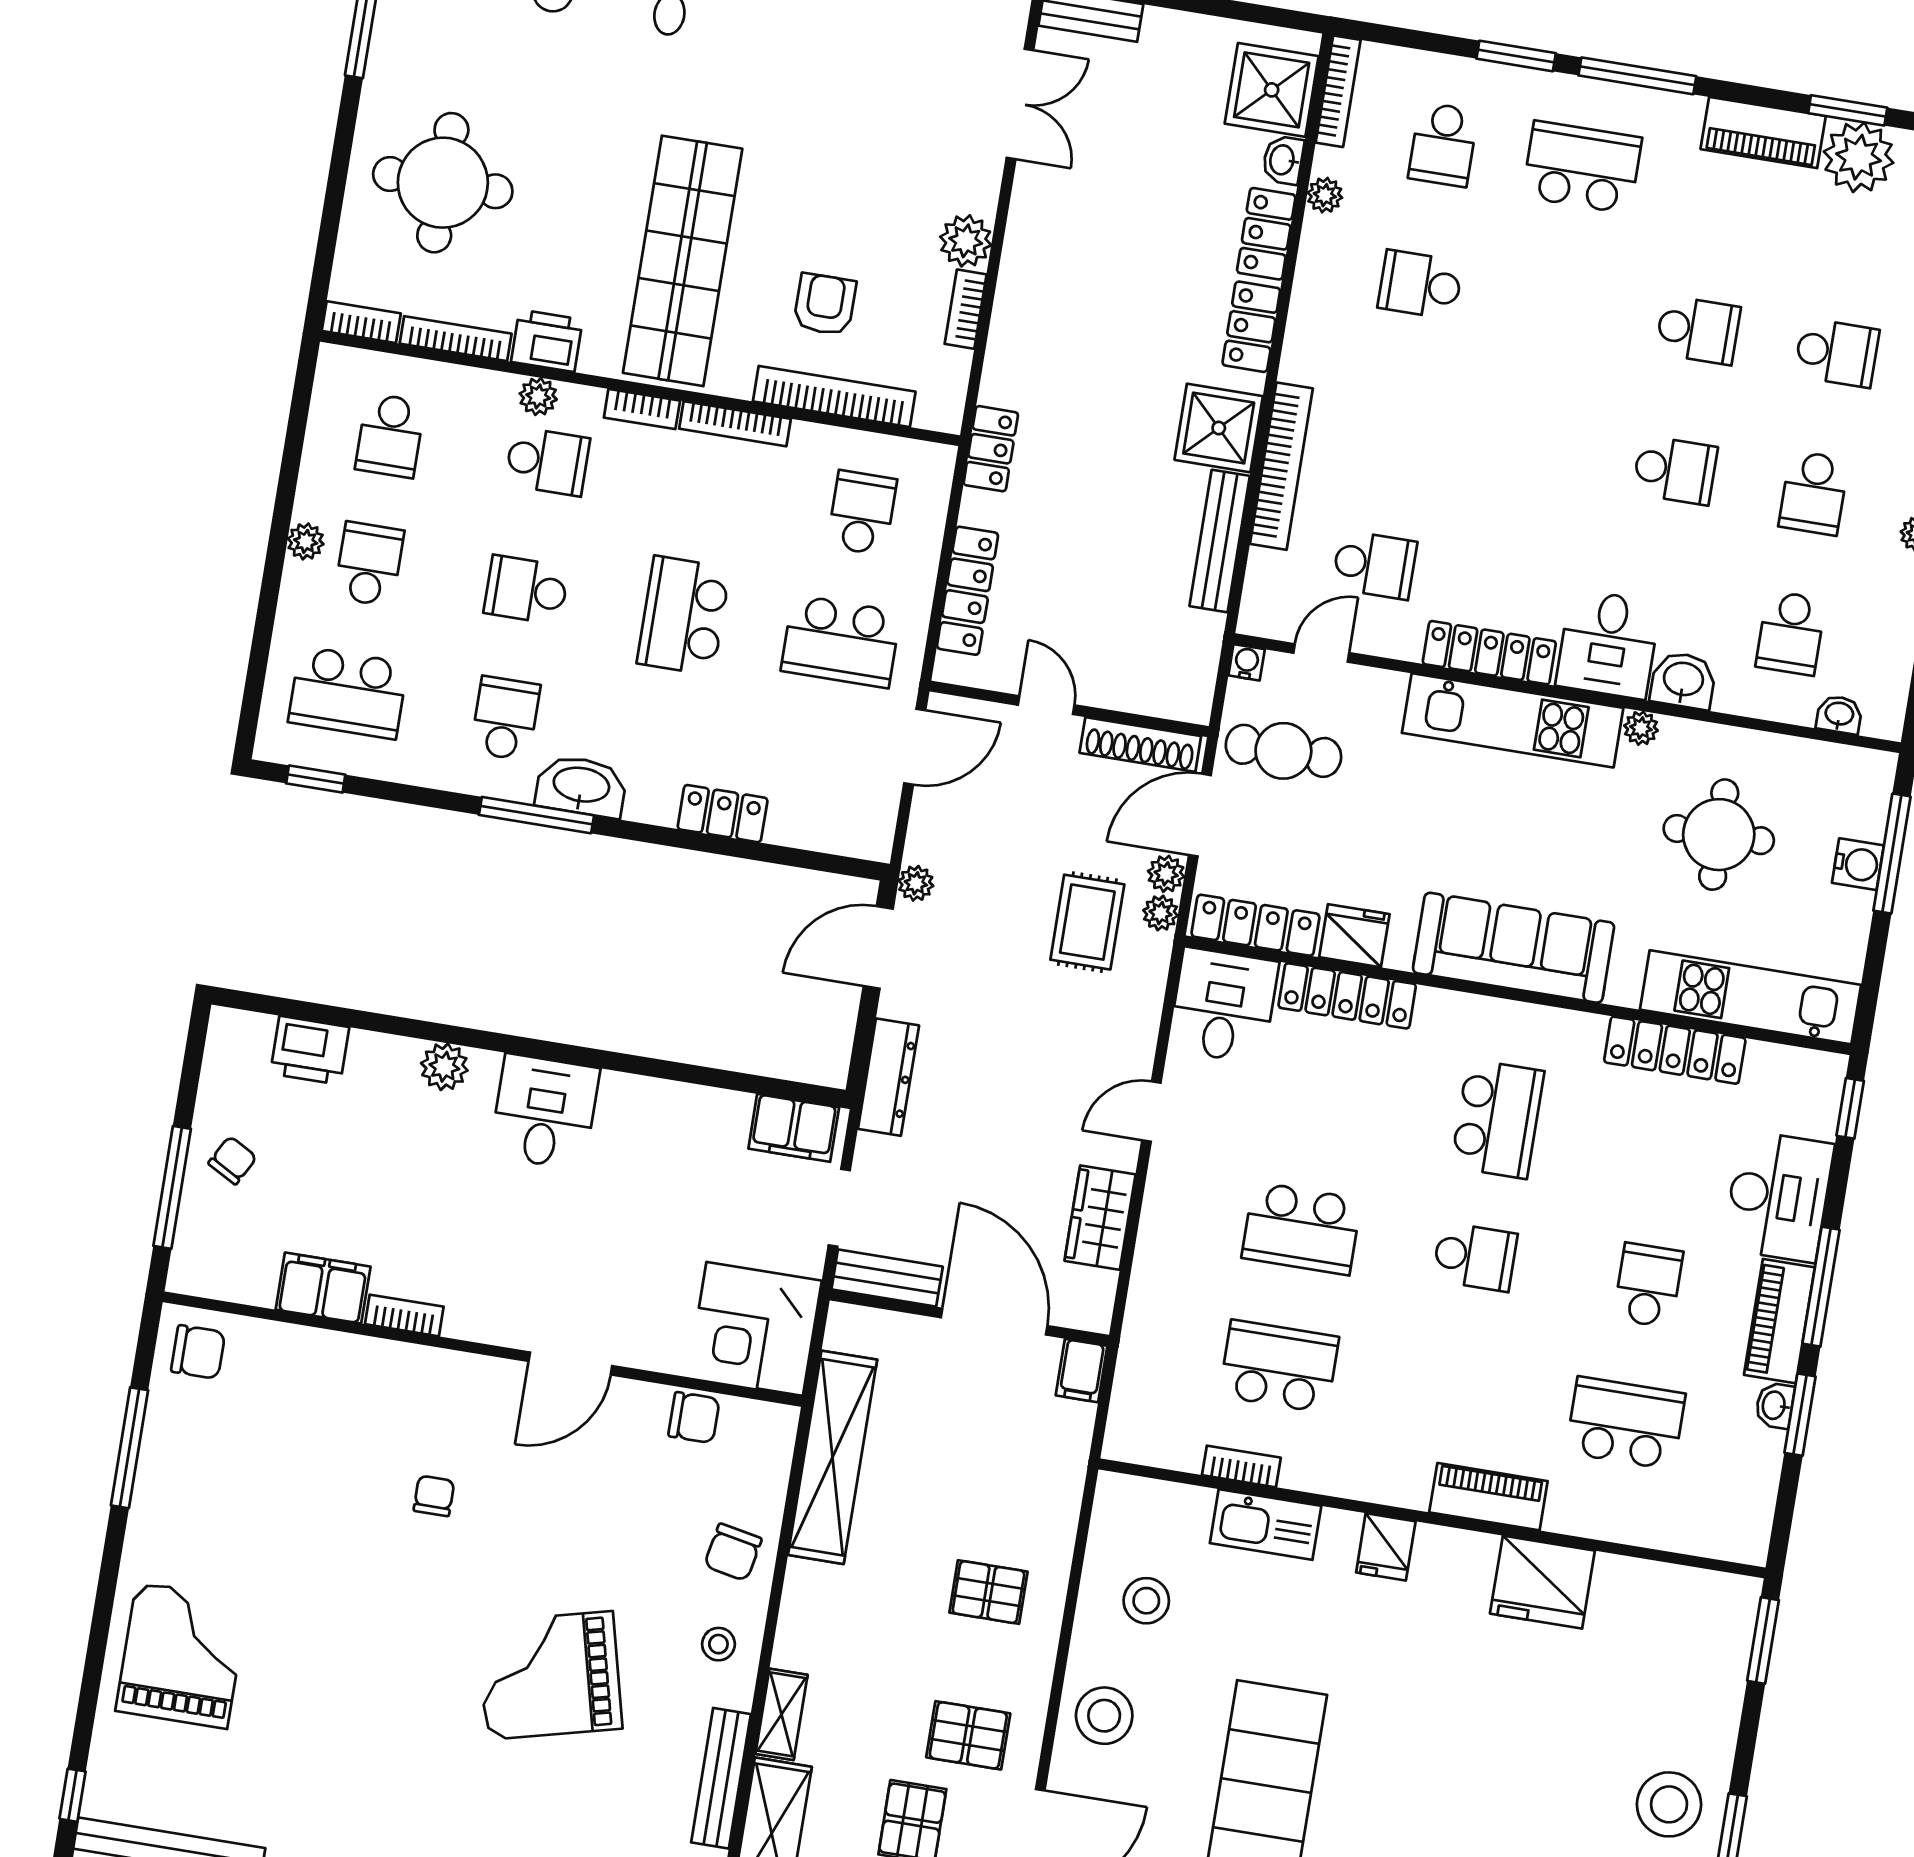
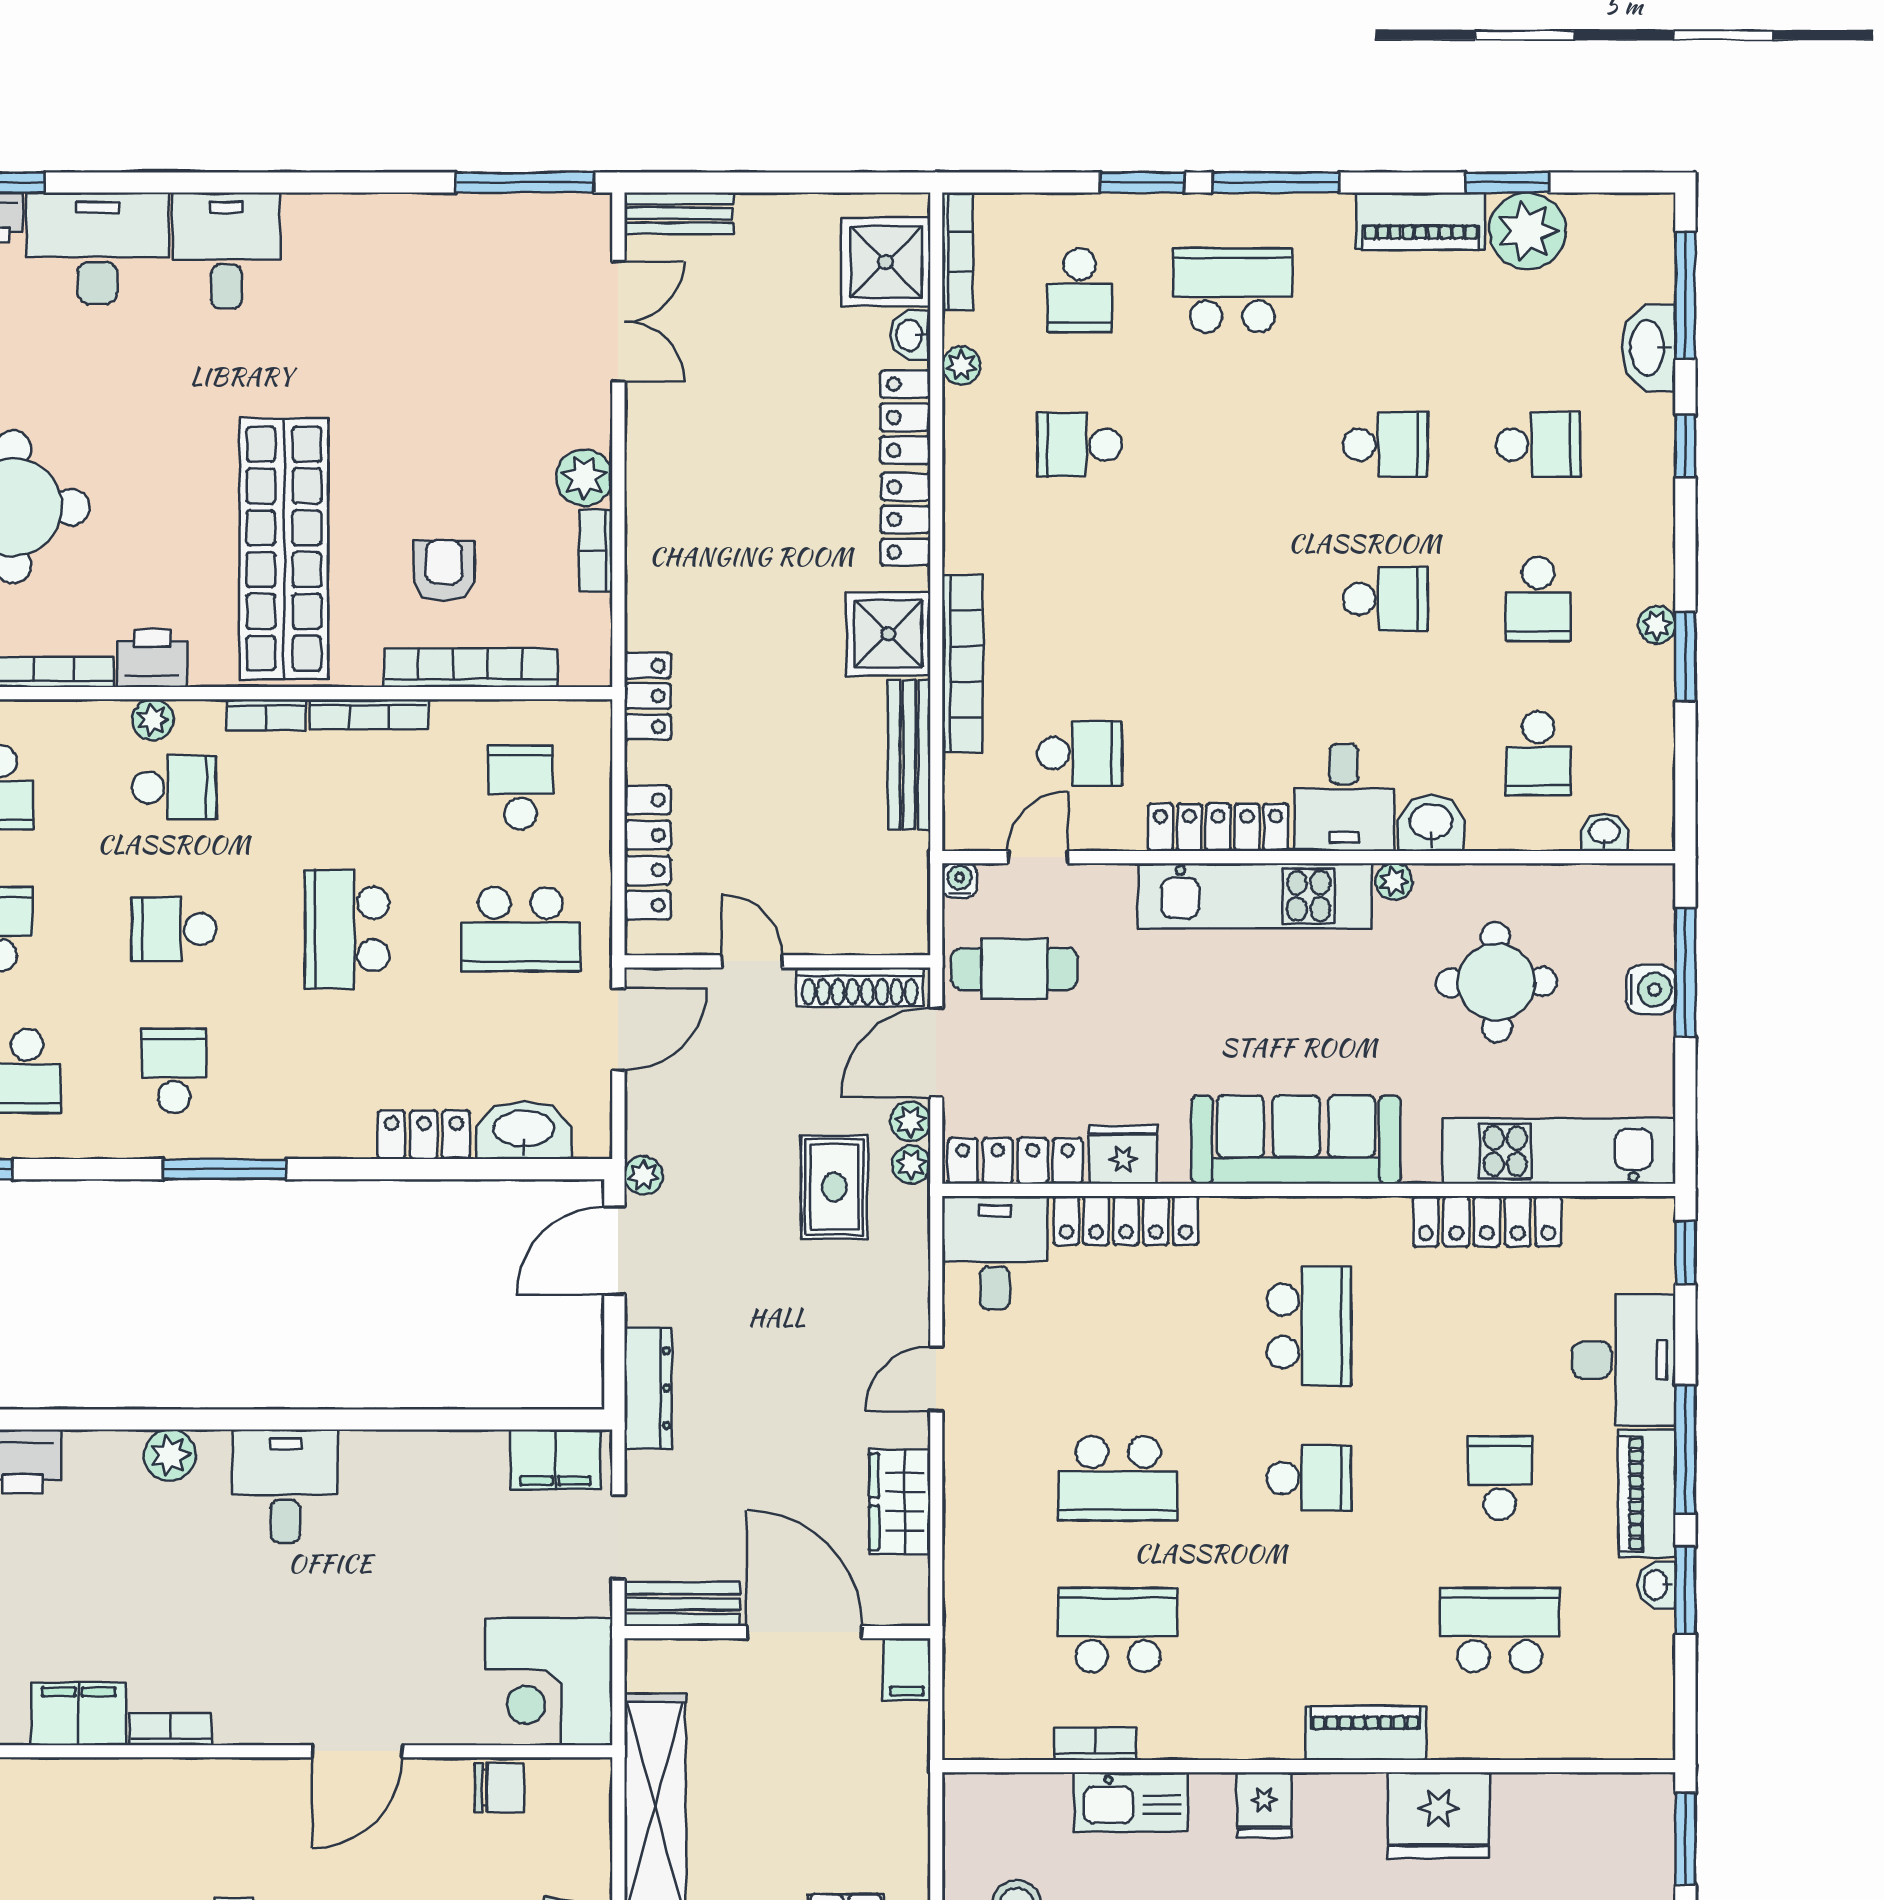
washbasin: (581, 786) -> (524, 1130), moved

